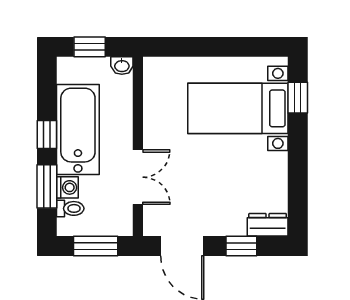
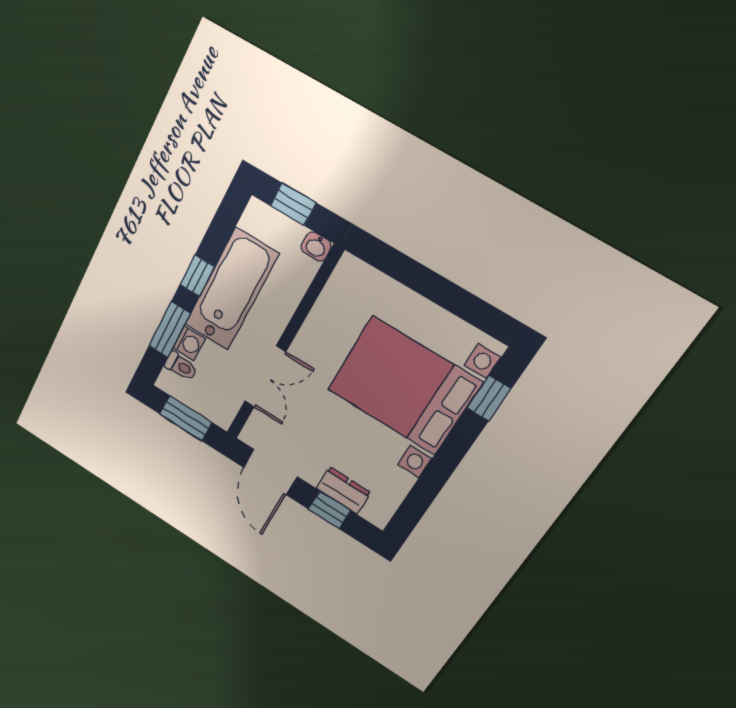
bed with nightstands: (238, 108) -> (404, 386), width x1.36
dresser: (268, 225) -> (343, 490), moved

